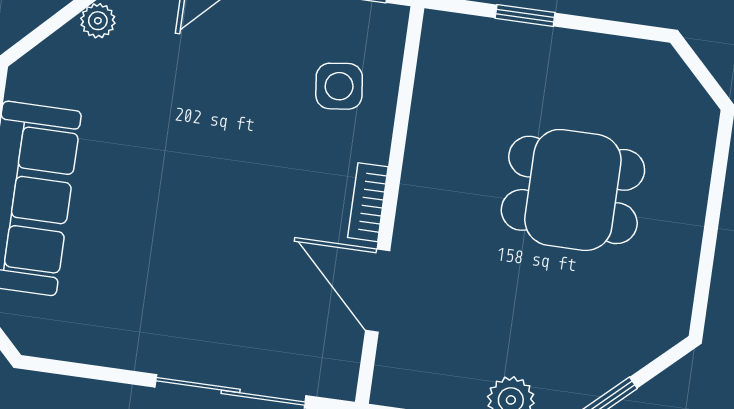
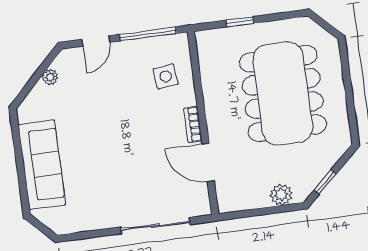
dining table: (573, 190) -> (283, 93), width x1.88, depth x1.24

